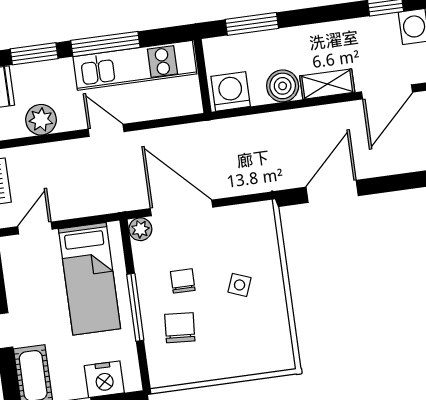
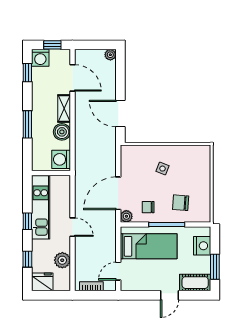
window: (252, 24) -> (27, 124), moved
window: (105, 44) -> (27, 221), width x0.46
window: (34, 54) -> (27, 259), width x0.67
door: (106, 130) -> (72, 227), swing flipped
door: (35, 228) -> (118, 271), hinge flipped
chair: (183, 281) -> (148, 207), moved

